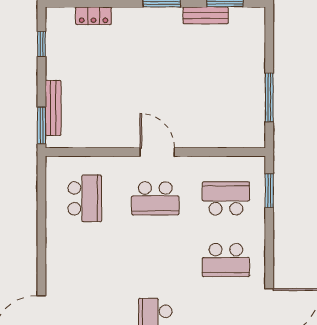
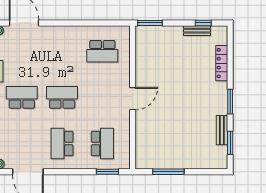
locker: (94, 16) -> (222, 63), width x1.53
bench: (53, 108) -> (197, 31), moved, width x0.73
school desk: (155, 198) -> (62, 97), moved, turned 90

